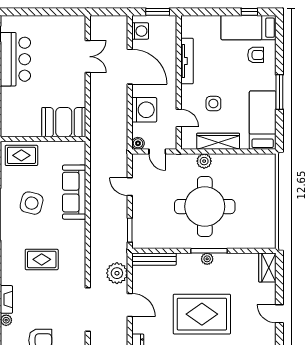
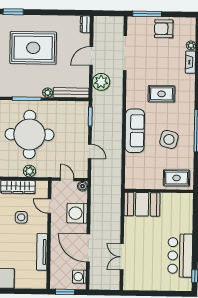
sofa: (74, 192) -> (135, 131), moved
plant: (207, 259) -> (48, 93), moved
door: (130, 305) -> (91, 56), hinge flipped

